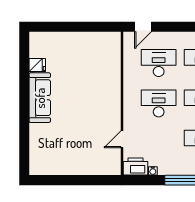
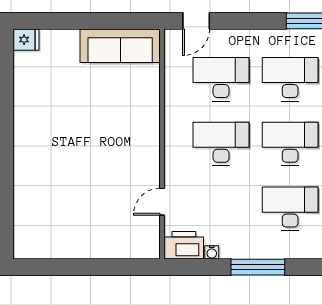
fridge: (37, 65) -> (26, 40), moved
sofa: (40, 98) -> (120, 46), moved, turned 90

